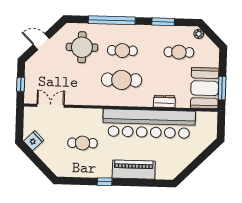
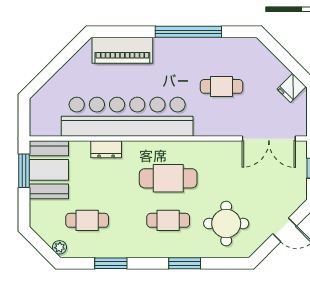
window: (112, 20) -> (185, 263), width x0.47
double door: (51, 106) -> (269, 139), width x1.37
piano: (134, 170) -> (122, 50), moved
window: (105, 182) -> (188, 32), width x3.17

